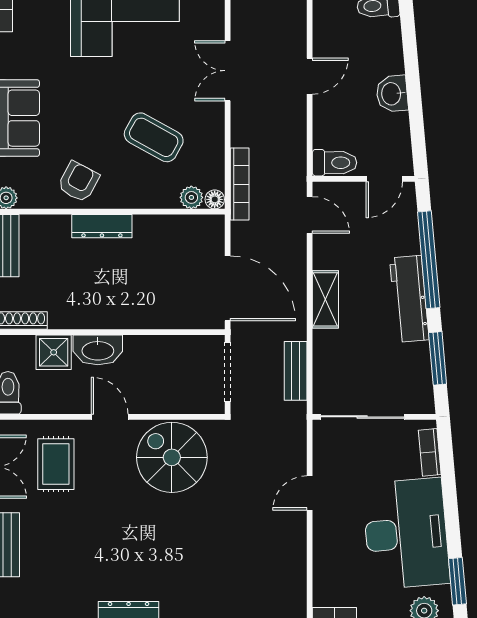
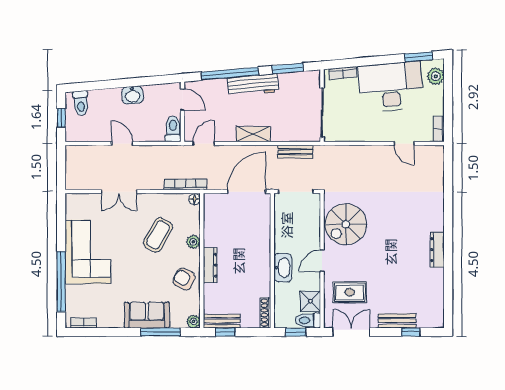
plant: (191, 197) -> (193, 242), moved
shower: (54, 352) -> (310, 301), moved
door: (310, 493) -> (404, 143), moved

